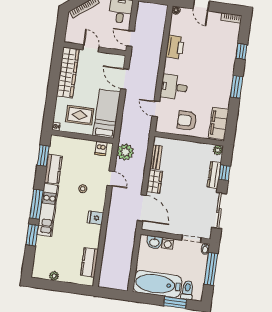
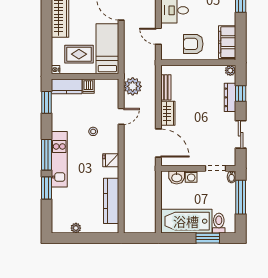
dishwasher: (101, 148) -> (88, 86), moved
kitchen counter: (53, 169) -> (67, 86), moved, turned 90
door: (111, 178) -> (121, 116), hinge flipped
sliding door: (219, 211) -> (241, 134), width x0.73
kitchen counter: (89, 262) -> (111, 201), width x1.50

